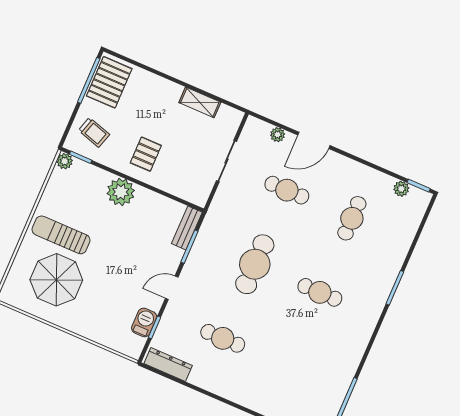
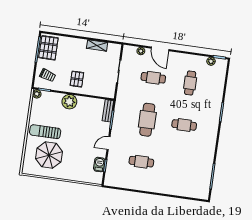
door: (314, 140) -> (160, 49), hinge flipped
dresser: (168, 364) -> (117, 182), removed

